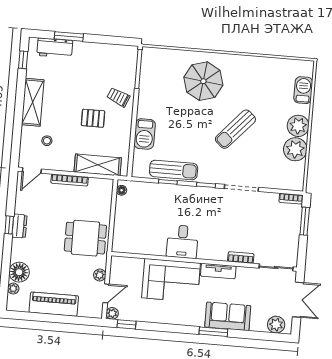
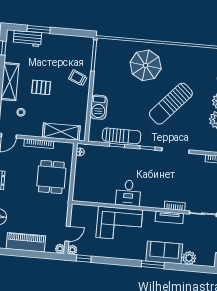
pallet: (93, 118) -> (41, 87), moved
sun lounger: (235, 129) -> (171, 104), width x1.36, depth x1.34
dining table: (85, 238) -> (51, 177), moved, turned 90
tv unit: (218, 271) -> (169, 217), moved
plant: (100, 275) -> (60, 249), moved
plant: (276, 325) -> (189, 258), moved

